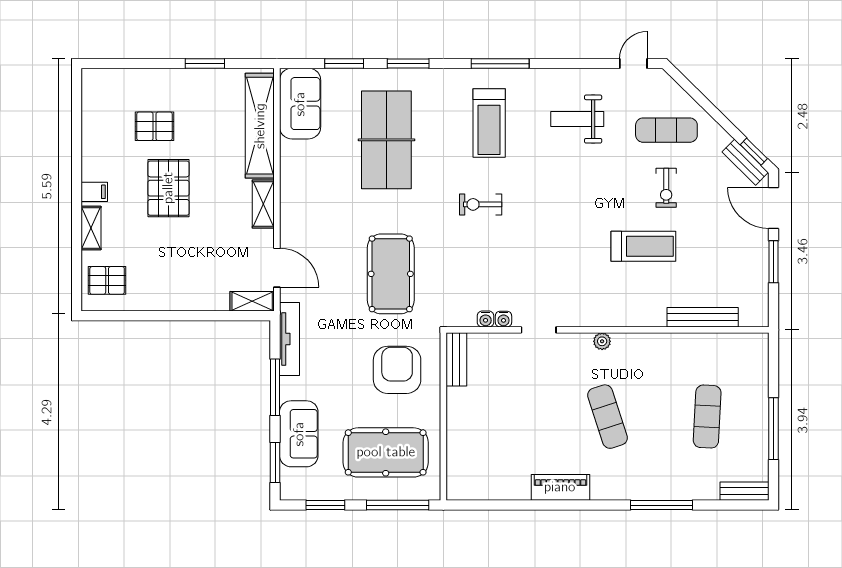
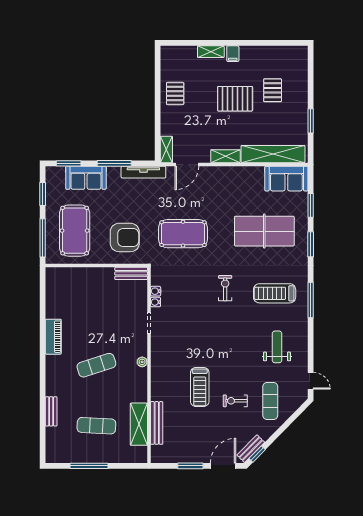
pallet: (107, 280) -> (175, 93), moved
shelving: (705, 347) -> (139, 424), added
bench: (744, 491) -> (51, 411), moved
window: (661, 505) -> (43, 398), removed

